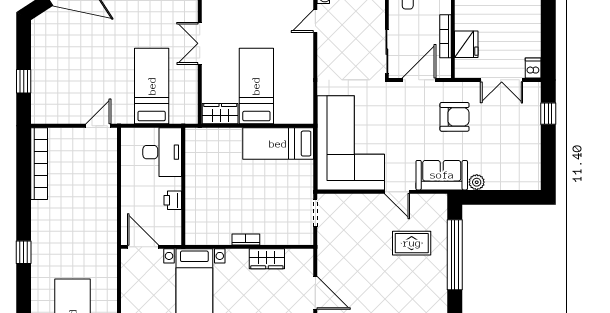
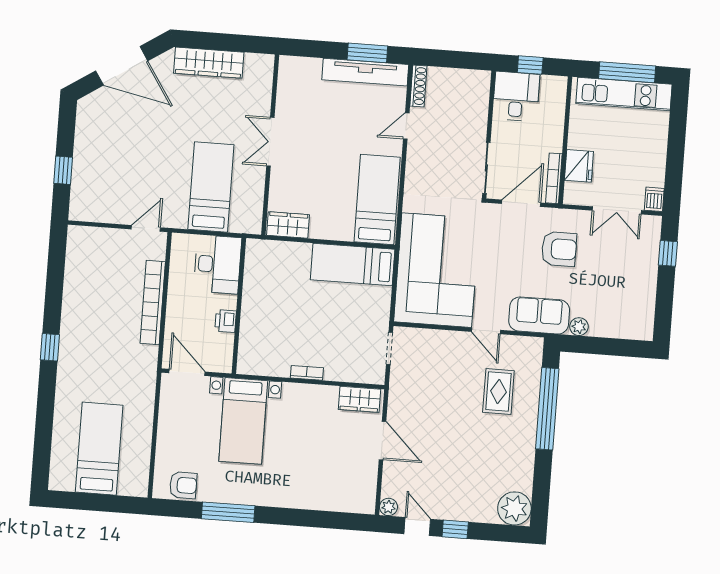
bookcase: (446, 36) -> (554, 178), moved
bed: (256, 86) -> (377, 200), moved
bookcase: (39, 164) -> (153, 302), moved, turned 180
rug: (412, 243) -> (498, 391), turned 90
window: (24, 252) -> (50, 347), moved
wardrobe: (267, 259) -> (359, 399), moved

